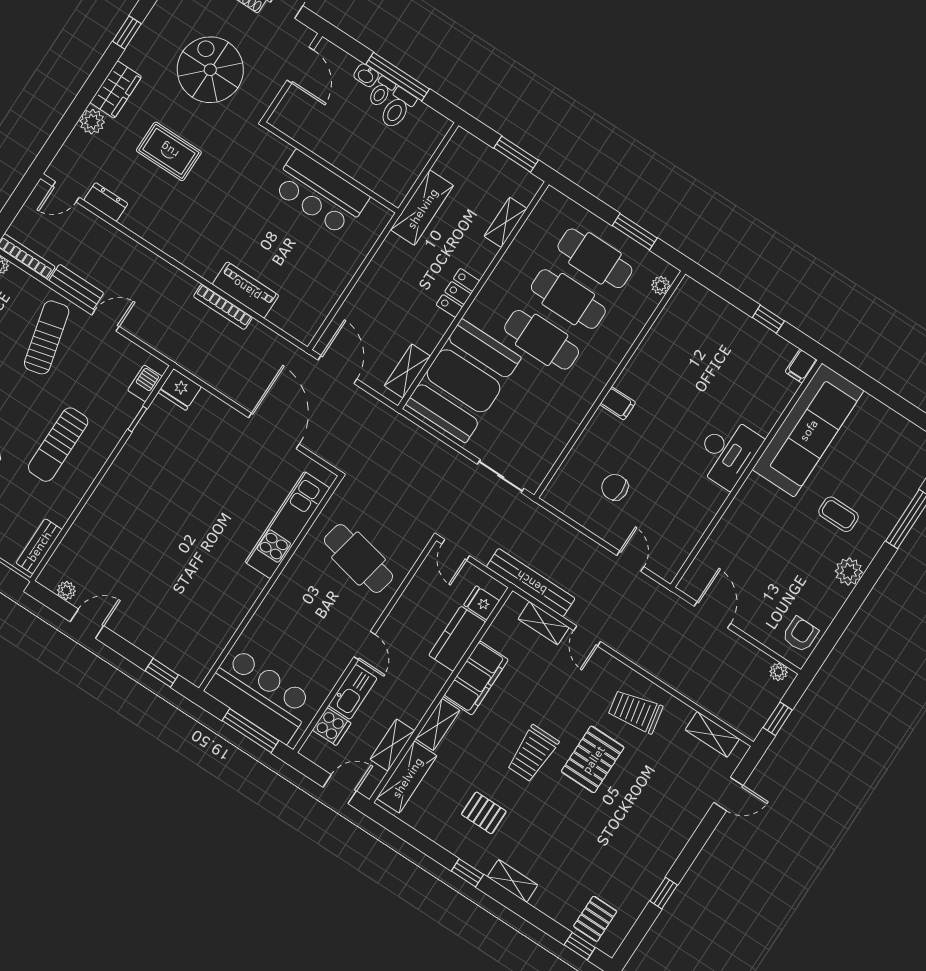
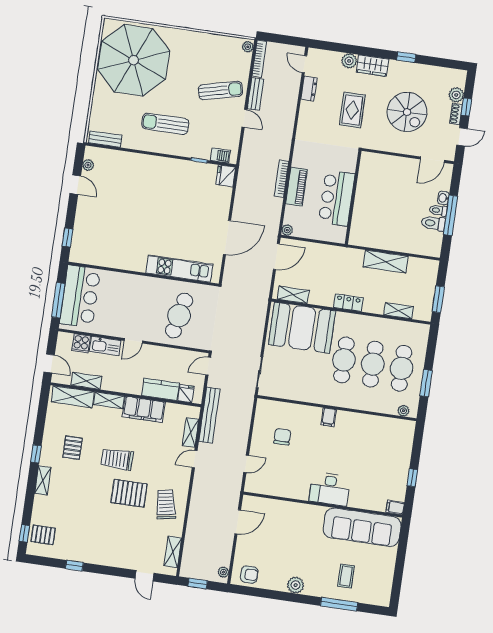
spiral stairs: (210, 70) -> (407, 112), turned 90
wall: (331, 167) -> (353, 197), moved
bar counter: (320, 193) -> (337, 198), moved
plant: (305, 334) -> (287, 230), added
coffee table: (838, 514) -> (346, 576), moved

